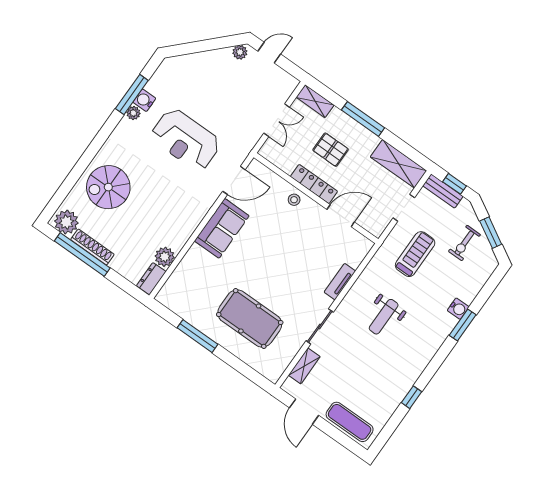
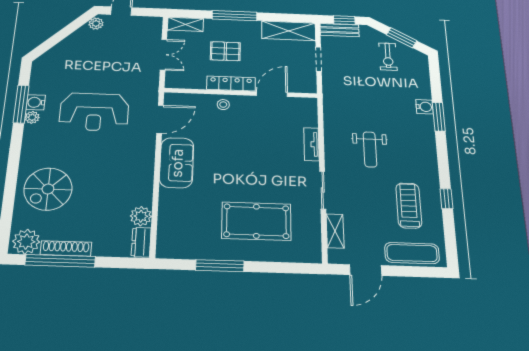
treadmill: (415, 254) -> (409, 205), moved
door: (304, 412) -> (366, 270), hinge flipped

